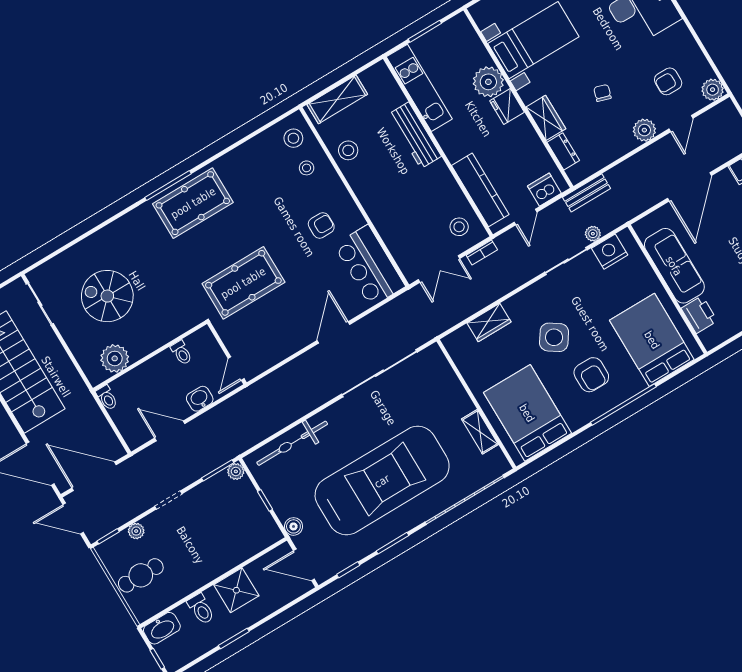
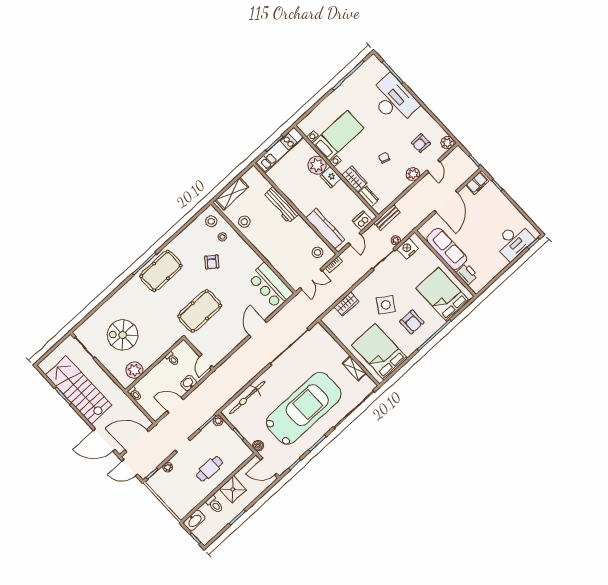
kitchen unit: (419, 88) -> (280, 150), moved, turned 90
armchair: (321, 225) -> (212, 262), moved, turned 127
cafe table: (141, 575) -> (210, 469), moved

